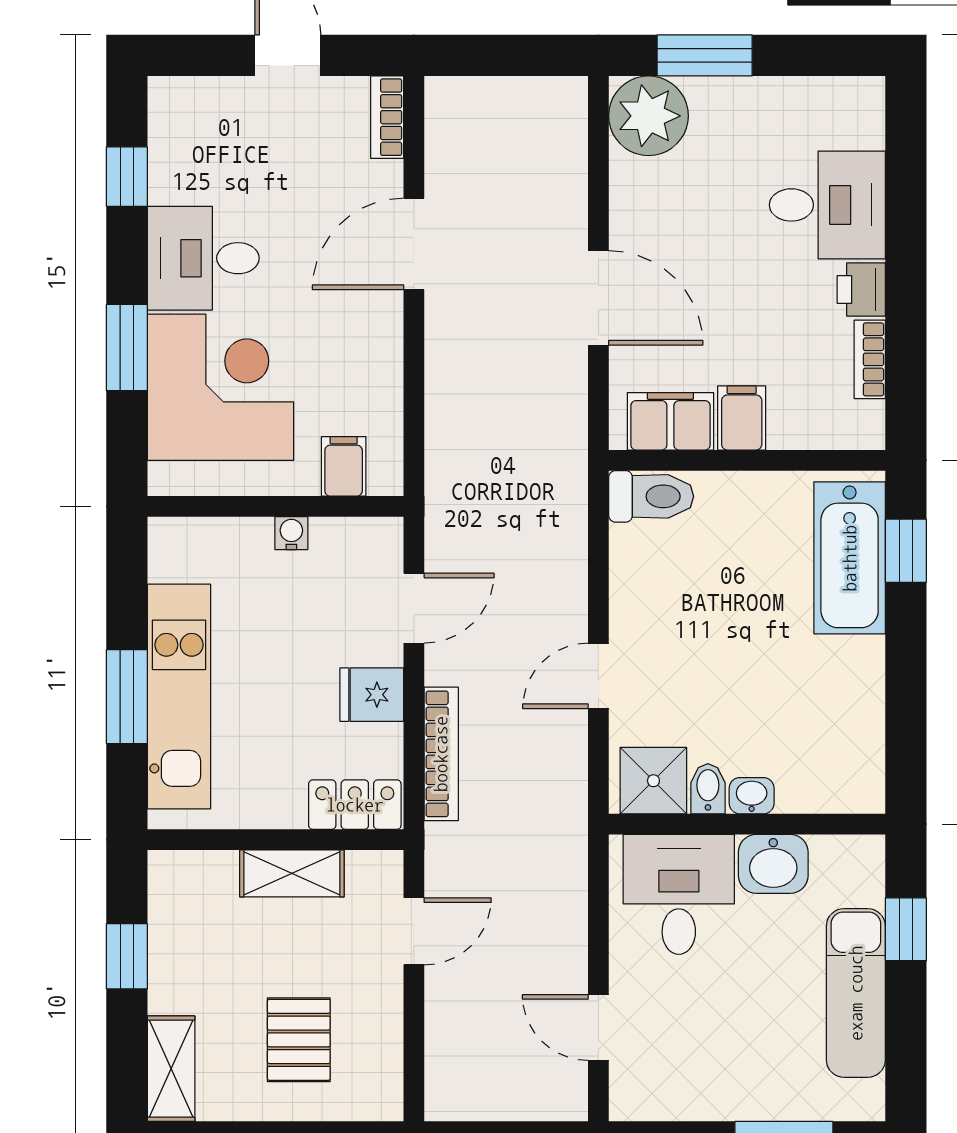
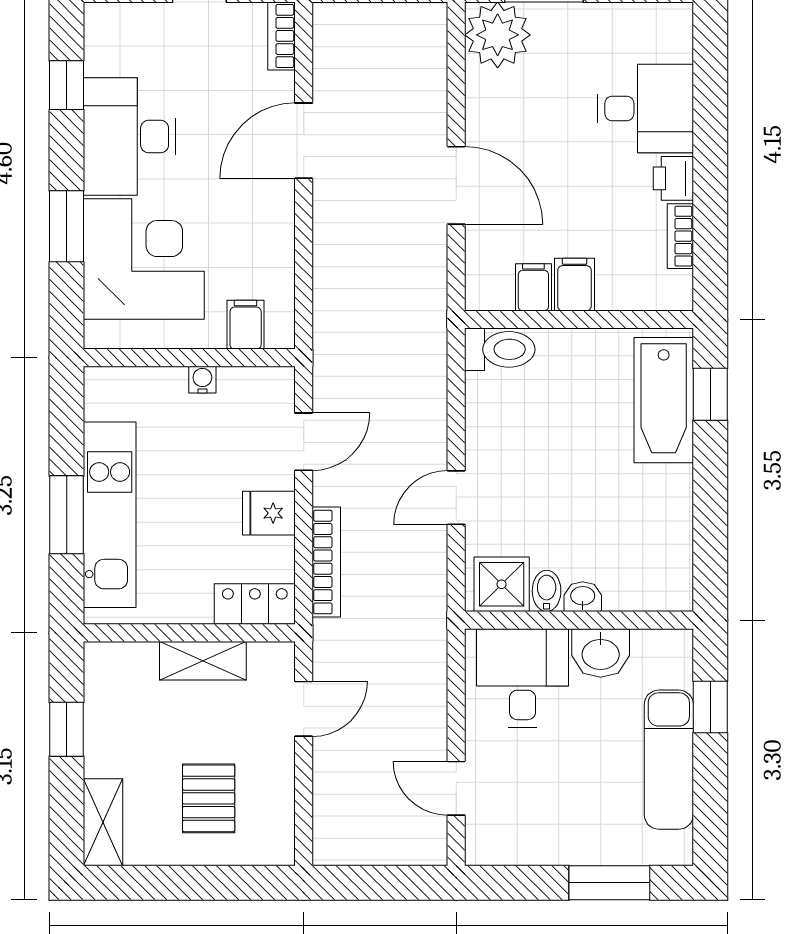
desk: (203, 258) -> (130, 137), width x1.37
filing cabinet: (670, 421) -> (533, 287), width x0.50

